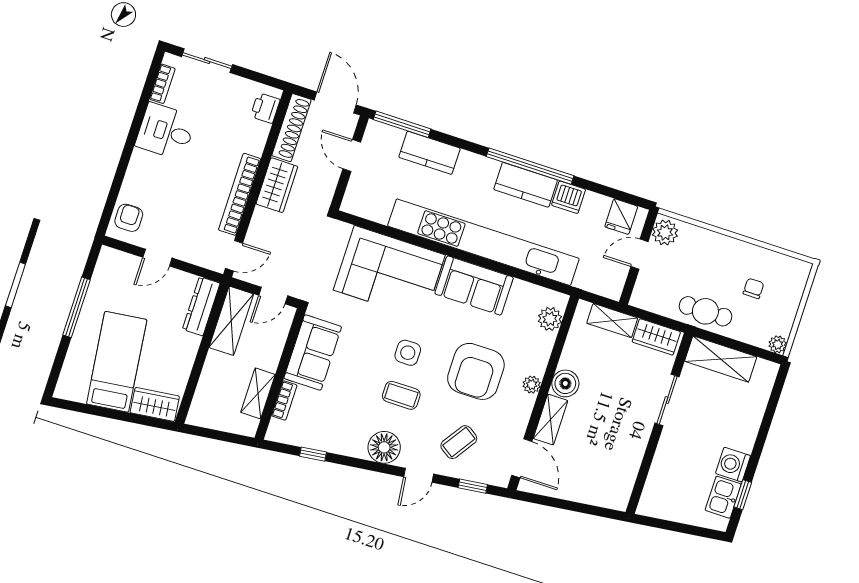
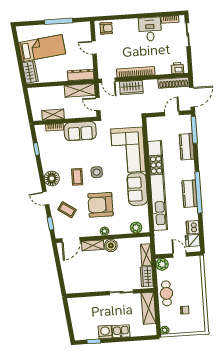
wardrobe: (277, 185) -> (131, 87), moved
dishwasher: (569, 197) -> (193, 227), moved
plant: (665, 232) -> (162, 264), moved
kitchen sink: (723, 497) -> (121, 331), moved

